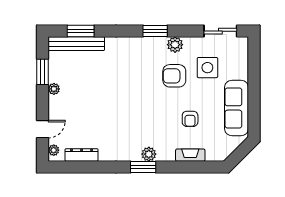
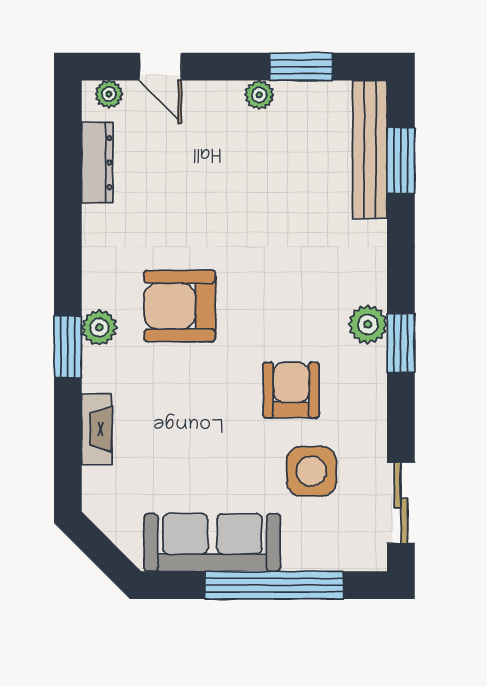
plant: (175, 45) -> (368, 324), moved
window: (254, 83) -> (274, 585), added
armchair: (190, 119) -> (180, 306), moved, width x1.88, depth x1.88
window: (143, 167) -> (68, 347), moved

